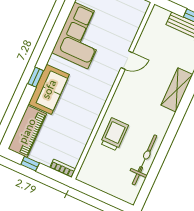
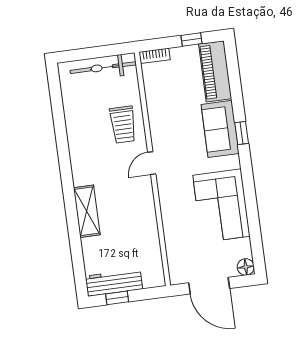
door: (127, 60) -> (152, 163), moved
bicycle: (145, 160) -> (103, 68), moved, turned 90

